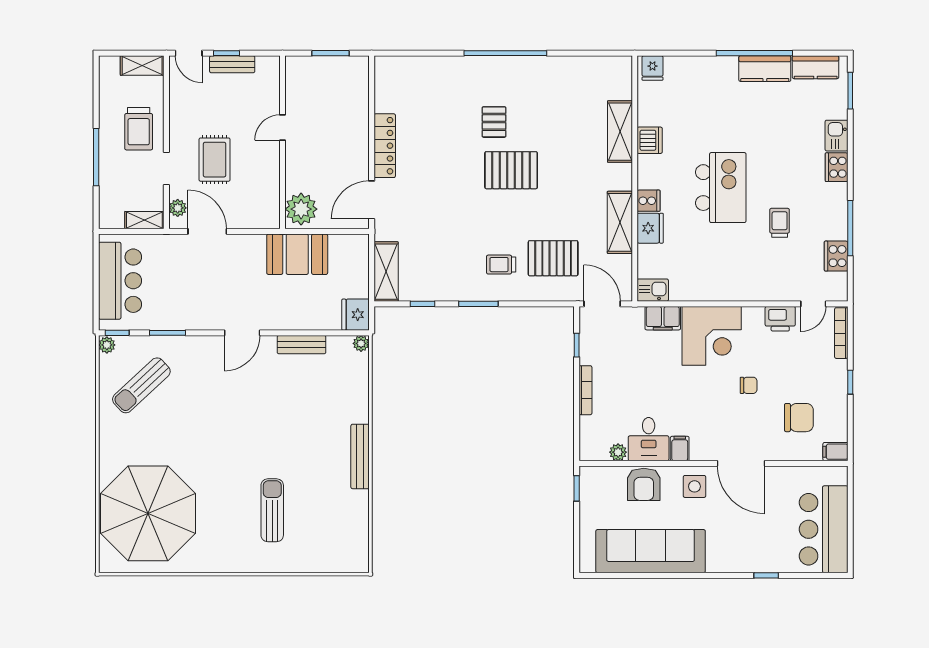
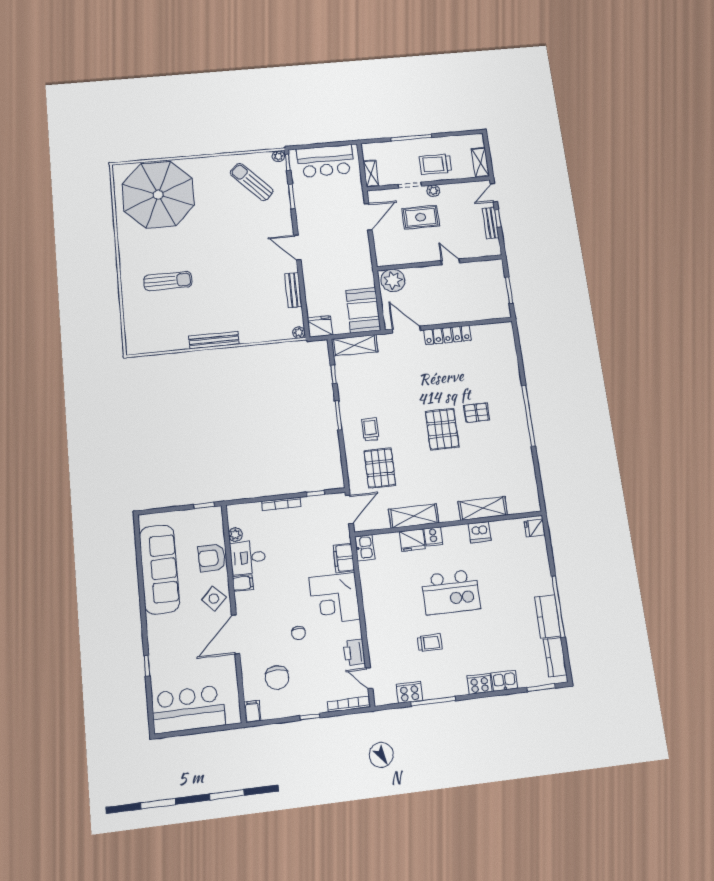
plant: (178, 208) -> (433, 191), moved
booth: (297, 254) -> (363, 310), moved
side table: (694, 486) -> (214, 599), turned 45

